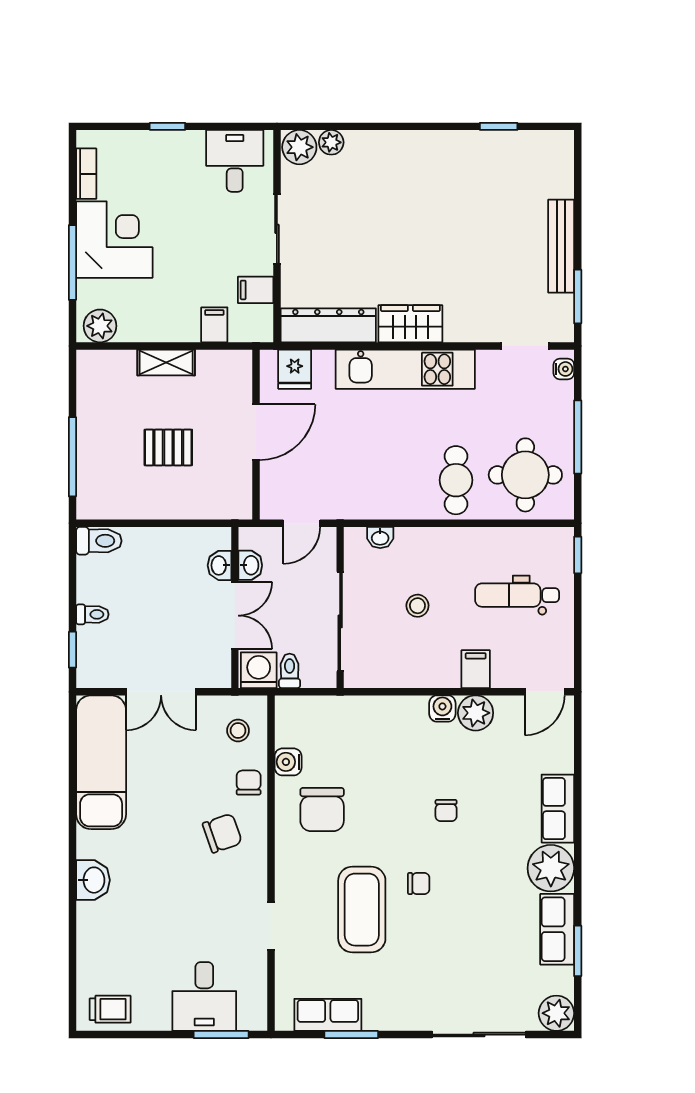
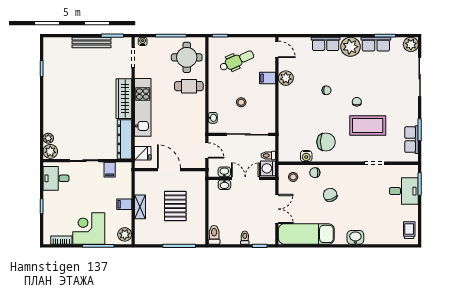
wardrobe: (410, 324) -> (124, 99), width x1.50
filing cabinet: (214, 325) -> (124, 204), moved
pallet: (168, 447) -> (175, 206), width x1.50, depth x1.42
dental chair: (517, 595) -> (237, 61), turned -114
water cooler: (442, 709) -> (284, 92), removed
chair: (222, 833) -> (330, 195), moved

